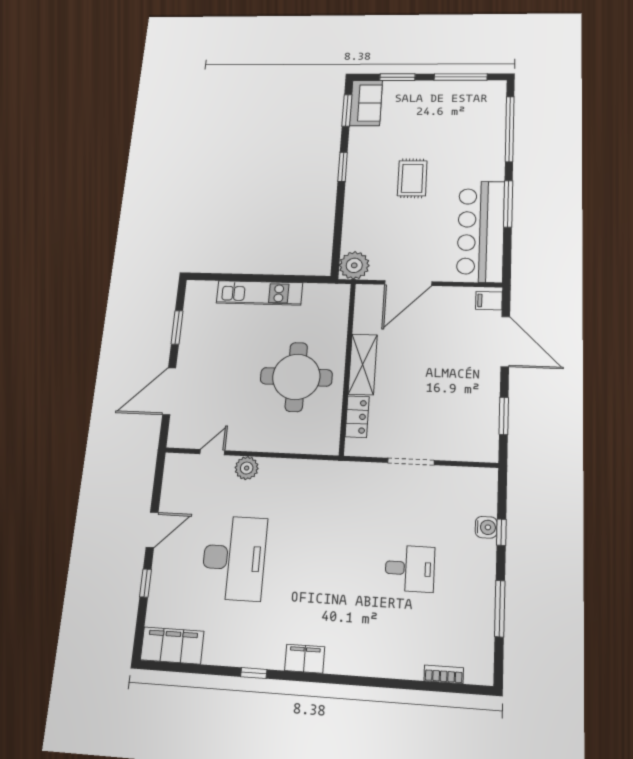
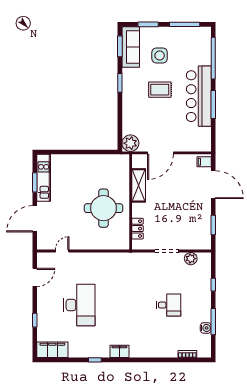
sofa: (366, 103) -> (131, 47), width x1.36
side table: (415, 124) -> (160, 56), added
rug: (412, 178) -> (160, 90), turned 90
bar counter: (481, 231) -> (199, 96), moved
kitchen unit: (259, 293) -> (44, 178), moved, turned -90
shelving: (363, 364) -> (139, 185), moved
plant: (247, 468) -> (191, 259), moved
water cooler: (486, 527) -> (206, 328), moved
door: (152, 530) -> (35, 277), moved

